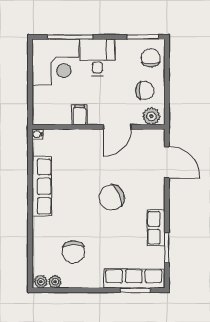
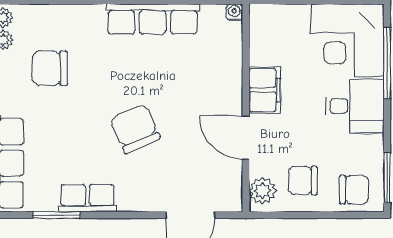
chair: (145, 91) -> (303, 181), turned 90
filing cabinet: (80, 115) -> (265, 90), width x2.00

